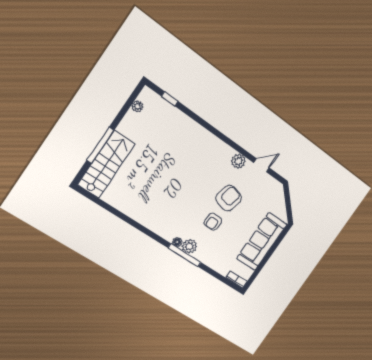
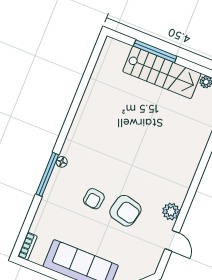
stairs: (106, 164) -> (162, 72), moved
armchair: (213, 222) -> (94, 199), turned -83
plant: (189, 246) -> (59, 178), removed

